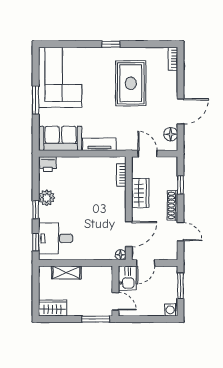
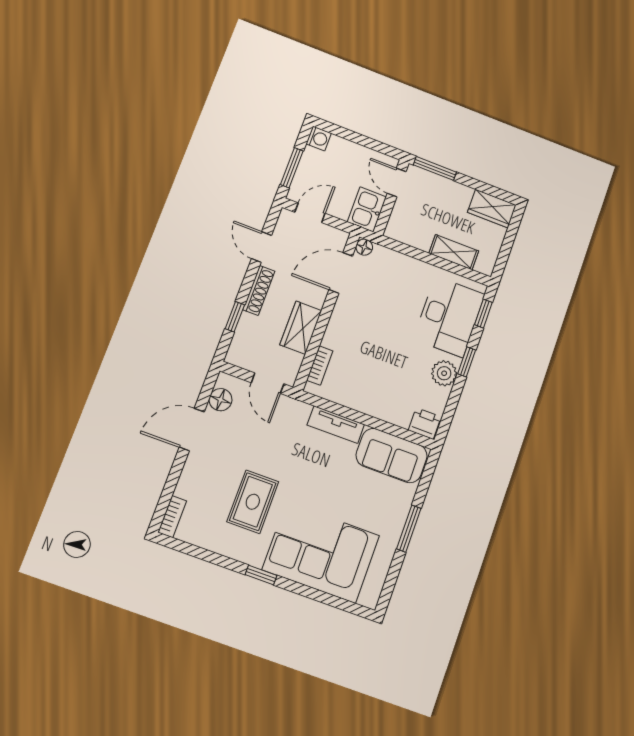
corner sofa: (60, 77) -> (321, 553), moved, turned 90
rug: (131, 83) -> (253, 502), width x0.73, depth x0.70
desk: (56, 238) -> (449, 317), width x1.37
door: (146, 263) -> (310, 213), moved

